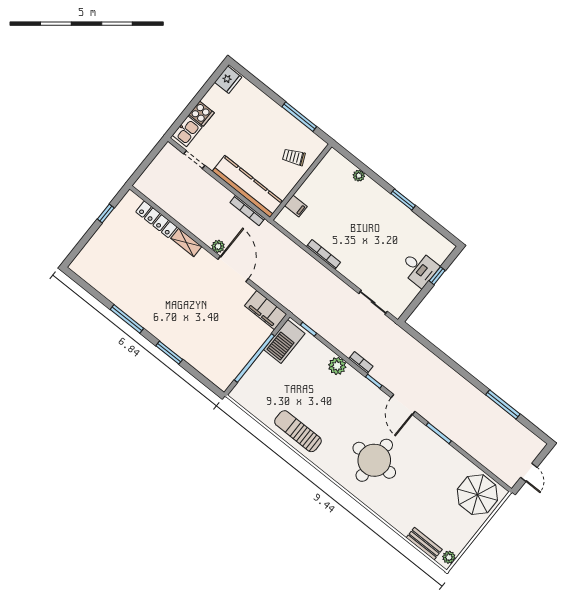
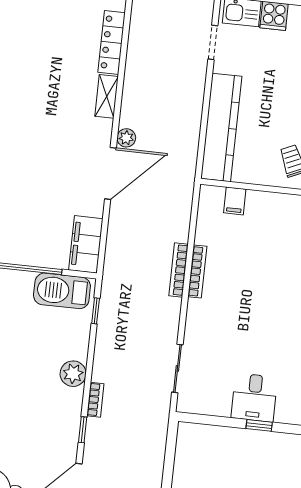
bookcase: (247, 210) -> (179, 270), moved

